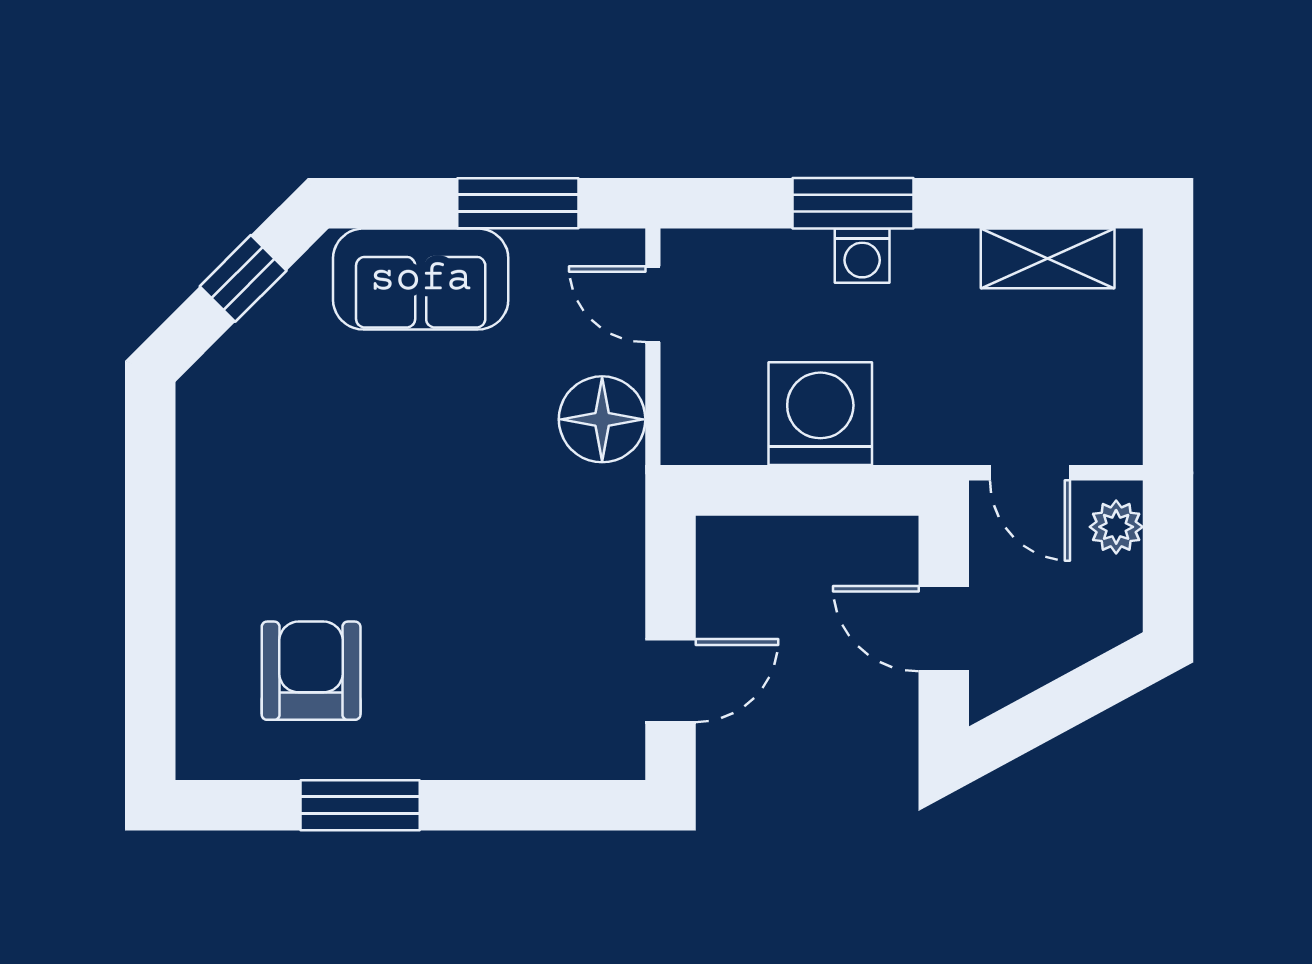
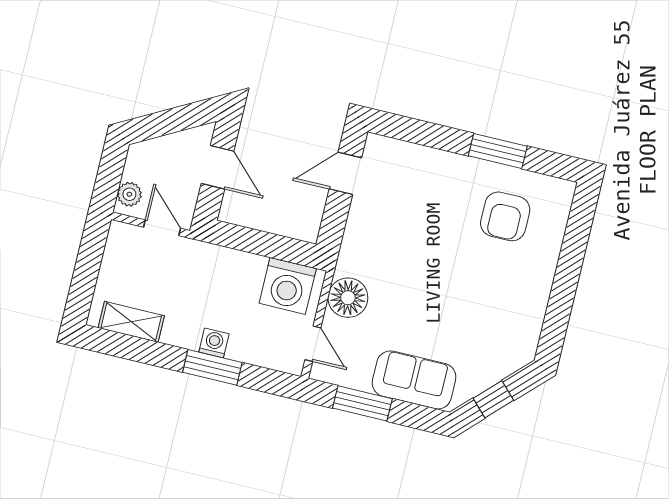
washing machine: (820, 414) -> (288, 286), moved

